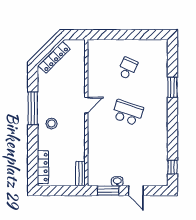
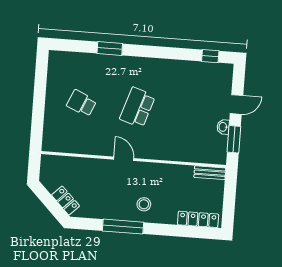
locker: (54, 57) -> (66, 201), width x0.66

